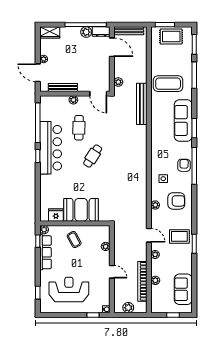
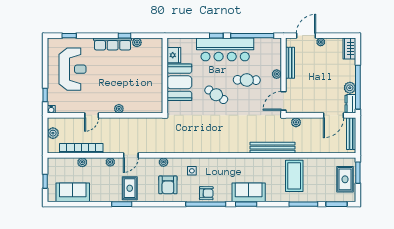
sofa: (183, 121) -> (249, 192), width x0.73
booth: (81, 210) -> (179, 82), moved
fridge: (56, 215) -> (174, 55), moved
wall: (75, 223) -> (165, 76), moved
coffee table: (74, 240) -> (126, 75), removed

